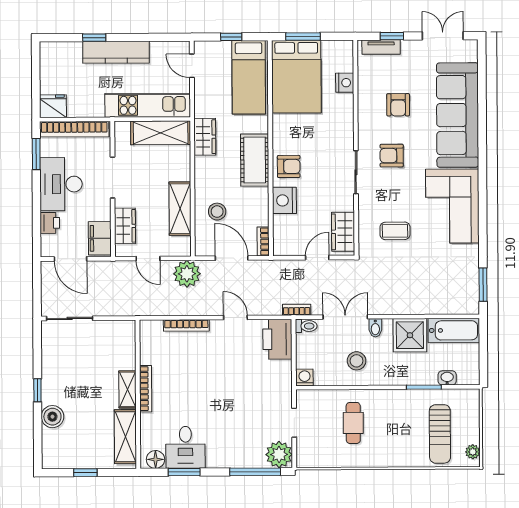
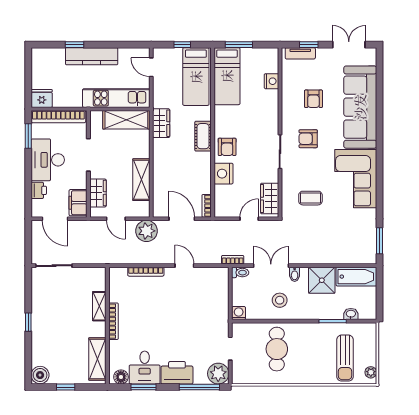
bed: (296, 77) -> (227, 76), width x0.67
cot: (255, 160) -> (203, 136), width x0.73, depth x0.75
armchair: (289, 166) -> (227, 147), turned 90
stool: (217, 212) -> (171, 182), removed
printer: (277, 339) -> (177, 373), moved, turned 90
shelving: (128, 389) -> (99, 306), moved
boiler: (52, 417) -> (40, 375), moved
cafe table: (353, 423) -> (277, 349), width x1.37, depth x1.35

